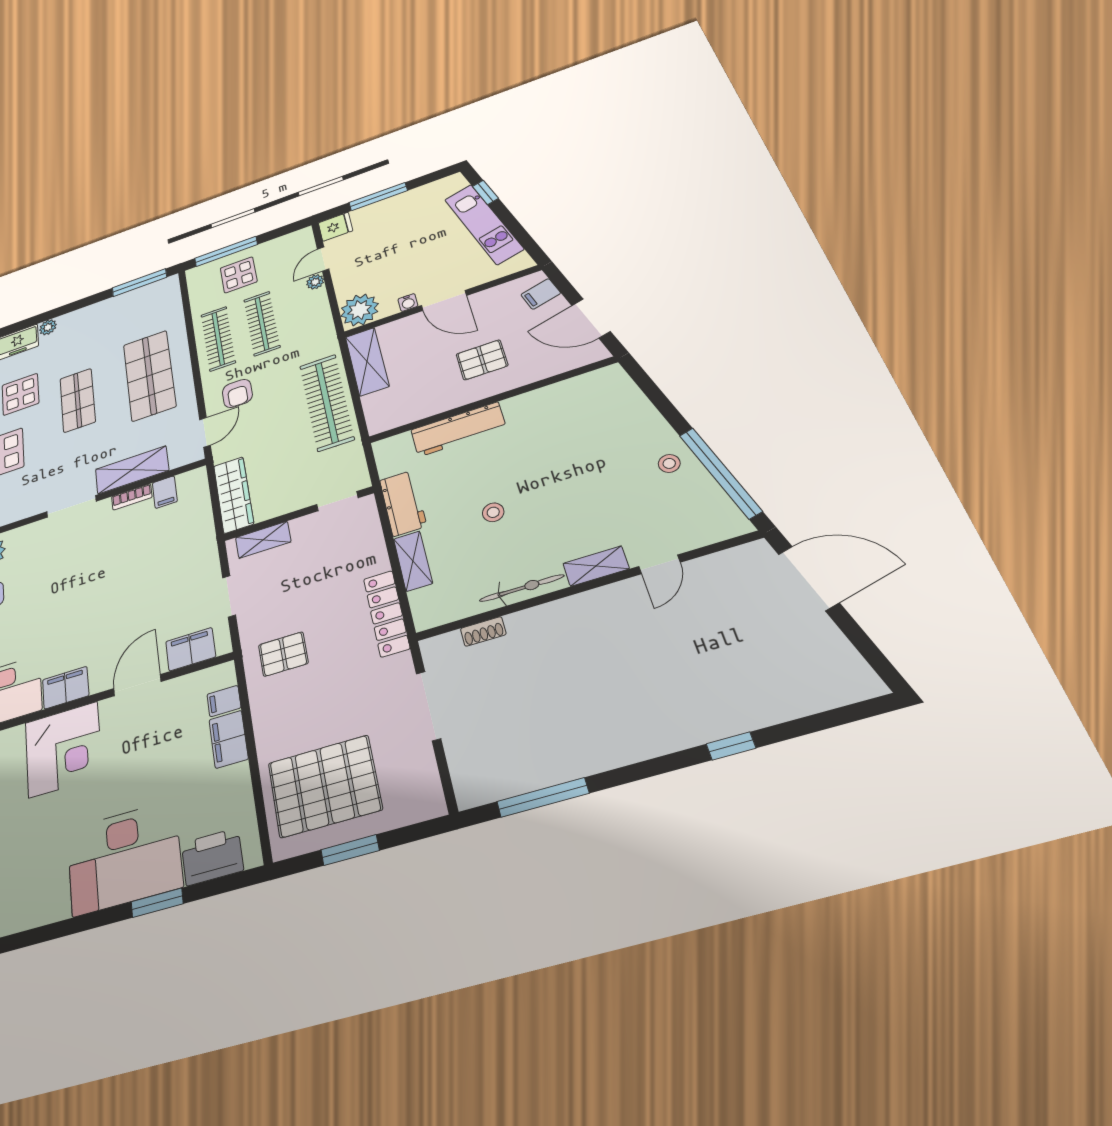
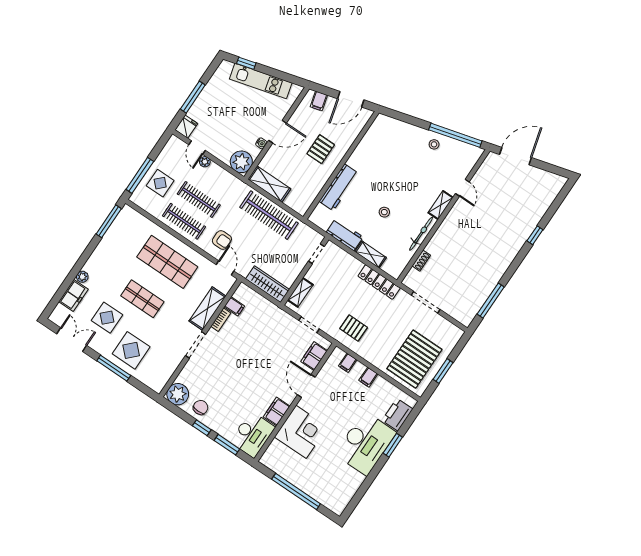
pallet: (283, 654) -> (354, 328), turned 90
filing cabinet: (229, 739) -> (368, 377), width x0.50

